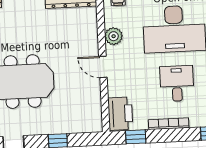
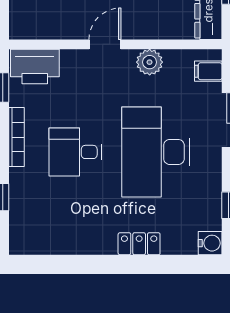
desk: (177, 84) -> (75, 152), turned 180

